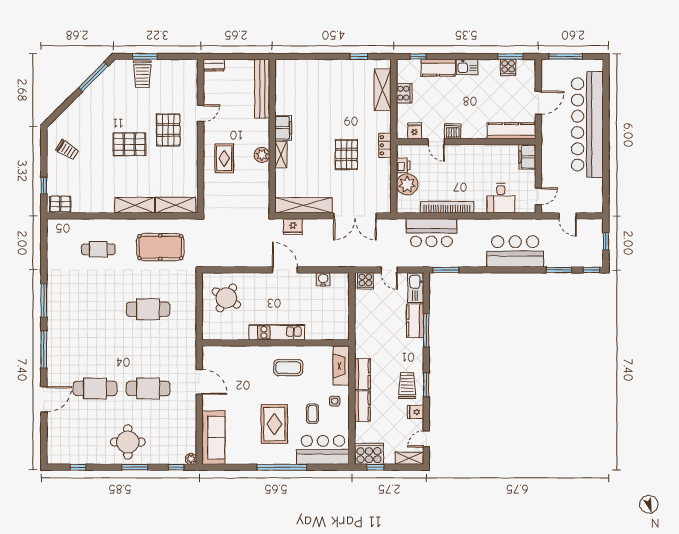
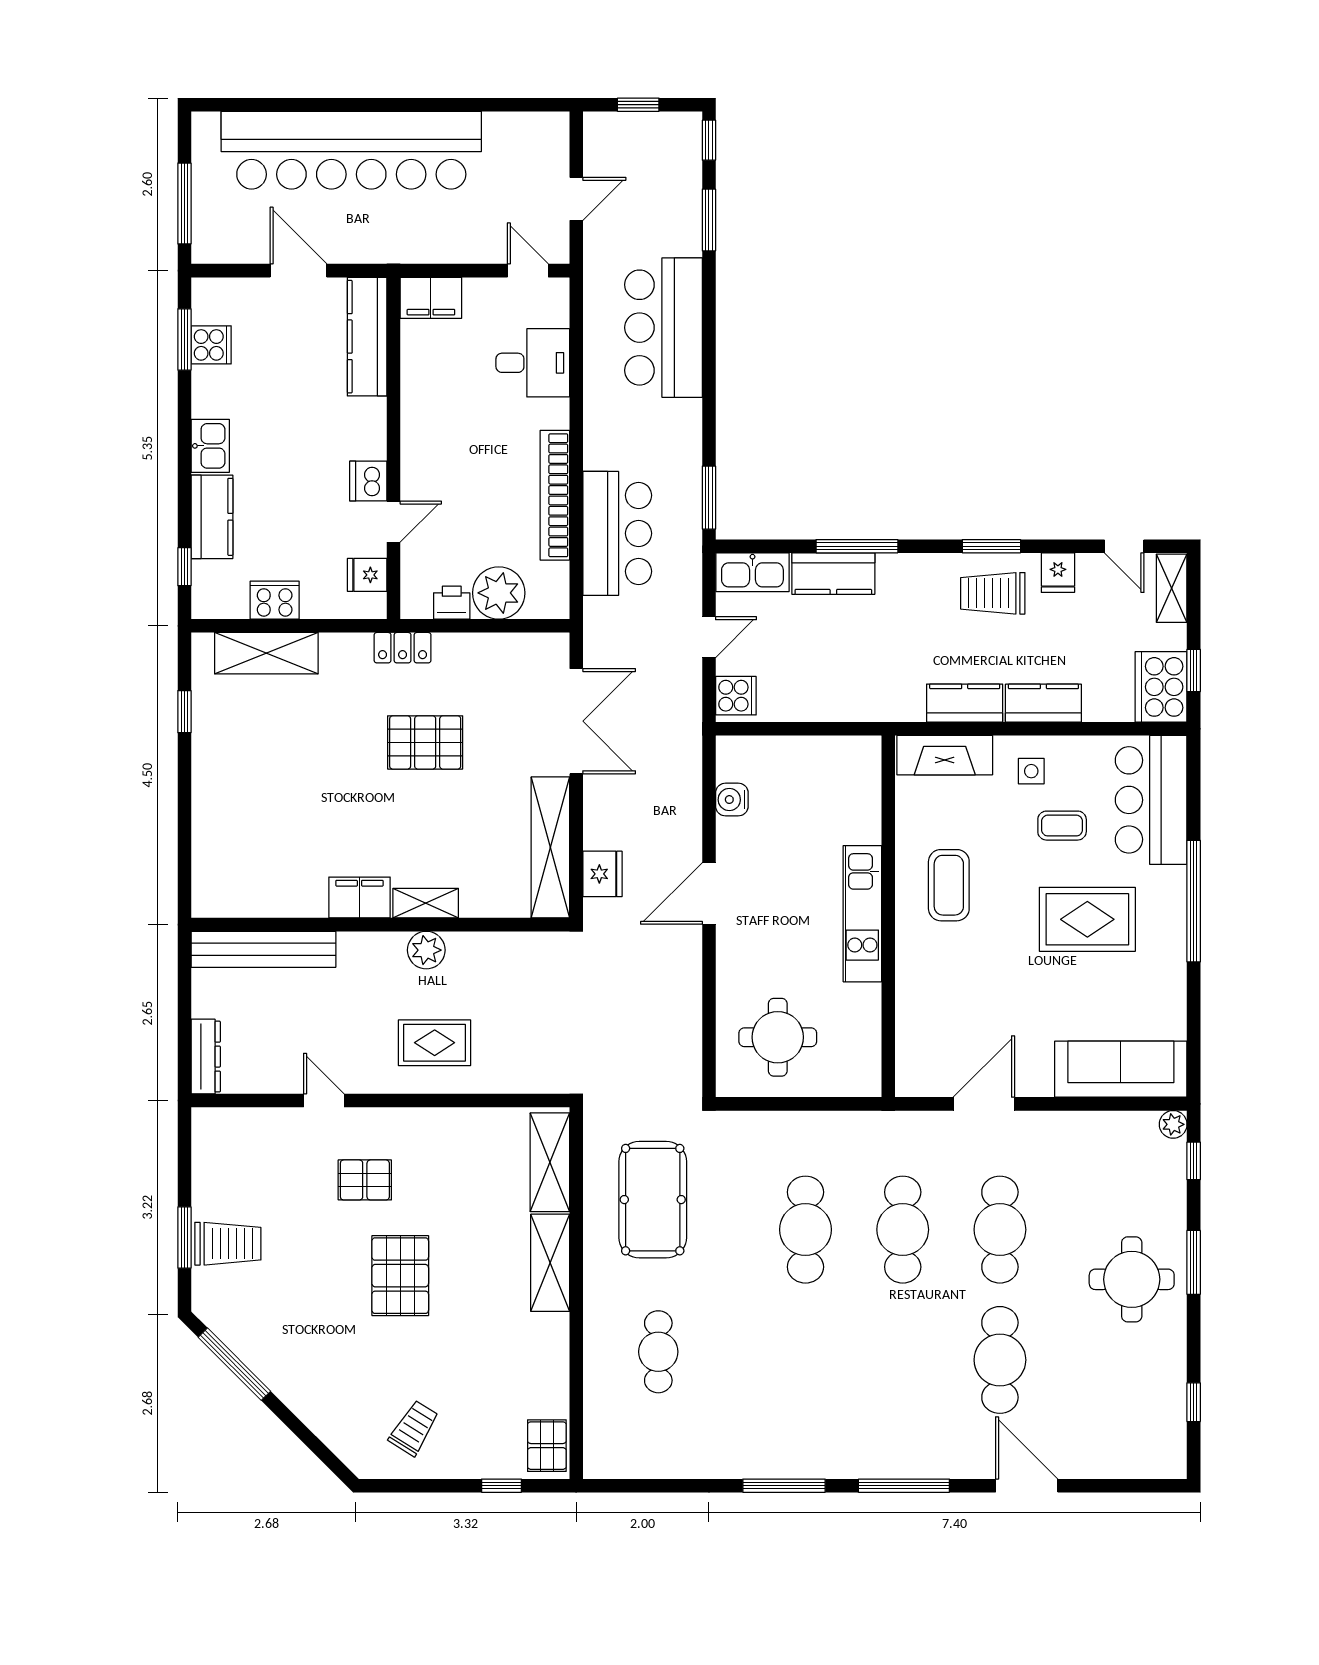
dresser: (214, 65) -> (206, 1057), width x1.44
pallet: (168, 130) -> (365, 1180), width x0.67, depth x0.71
round table: (226, 298) -> (778, 1037), turned -32
cafe table: (148, 349) -> (903, 1230), added

